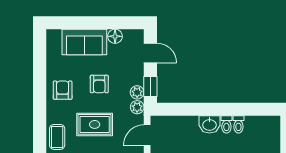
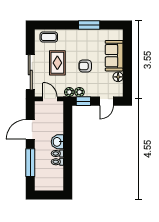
window: (40, 78) -> (89, 25), added
armchair: (63, 90) -> (81, 41), removed

